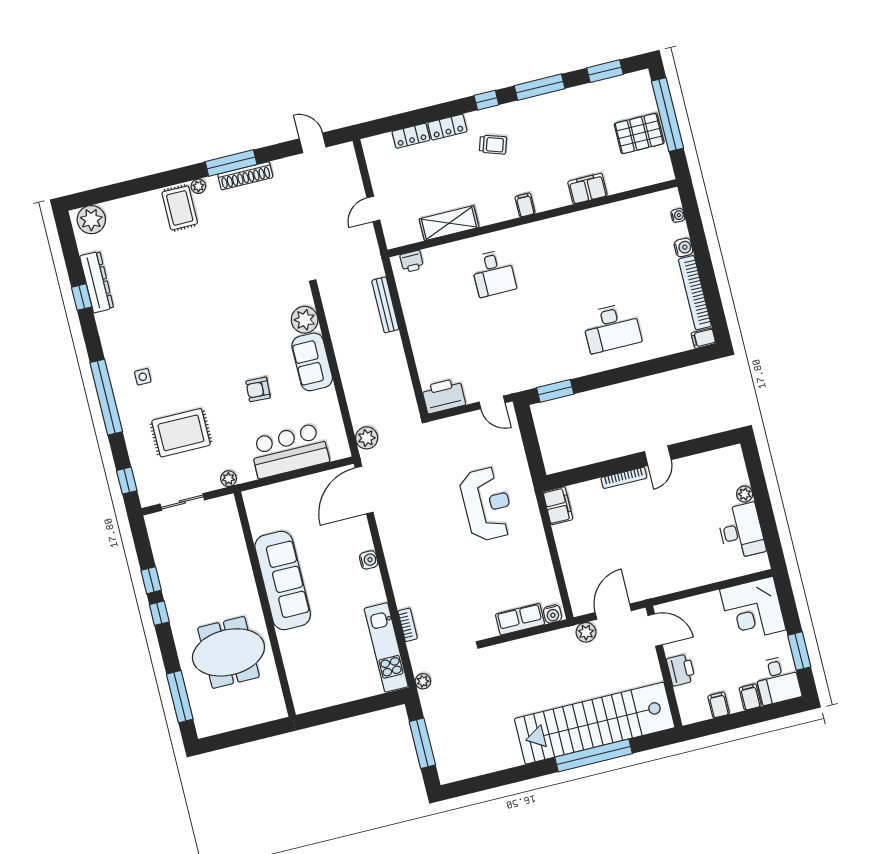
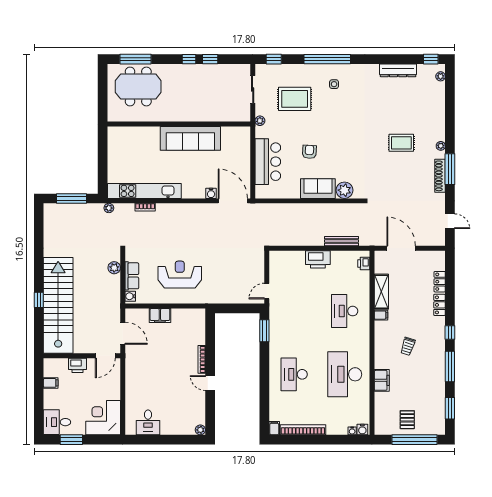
pallet: (639, 134) -> (407, 420), width x0.67, depth x0.71
door: (313, 143) -> (450, 221), hinge flipped
trolley: (493, 145) -> (408, 346), moved
filing cabinet: (525, 205) -> (381, 315), moved
rug: (180, 208) -> (401, 143), moved
door: (373, 209) -> (401, 248), width x1.87
plant: (91, 220) -> (441, 76), width x0.53, depth x0.53
water cooler: (683, 247) -> (362, 430), moved
desk: (592, 249) -> (345, 374), added
desk: (493, 273) -> (345, 311), width x1.37
window: (82, 297) -> (431, 59), moved
printer: (444, 396) -> (318, 259), moved, turned 90
rug: (181, 433) -> (295, 99), turned 90
plant: (367, 438) -> (264, 210), removed
plant: (745, 494) -> (200, 430), moved
reception desk: (487, 504) -> (180, 275), moved, turned 180
filing cabinet: (558, 506) -> (160, 315), moved
desk: (741, 531) -> (148, 422), width x0.73
water cooler: (369, 560) -> (211, 193), moved
plant: (586, 632) -> (114, 268), moved
kitchen unit: (386, 647) -> (144, 191), width x1.36
meeting table: (228, 652) -> (138, 86), moved, turned 90
filing cabinet: (750, 697) -> (51, 403), removed
window: (594, 755) -> (39, 300), width x0.32

